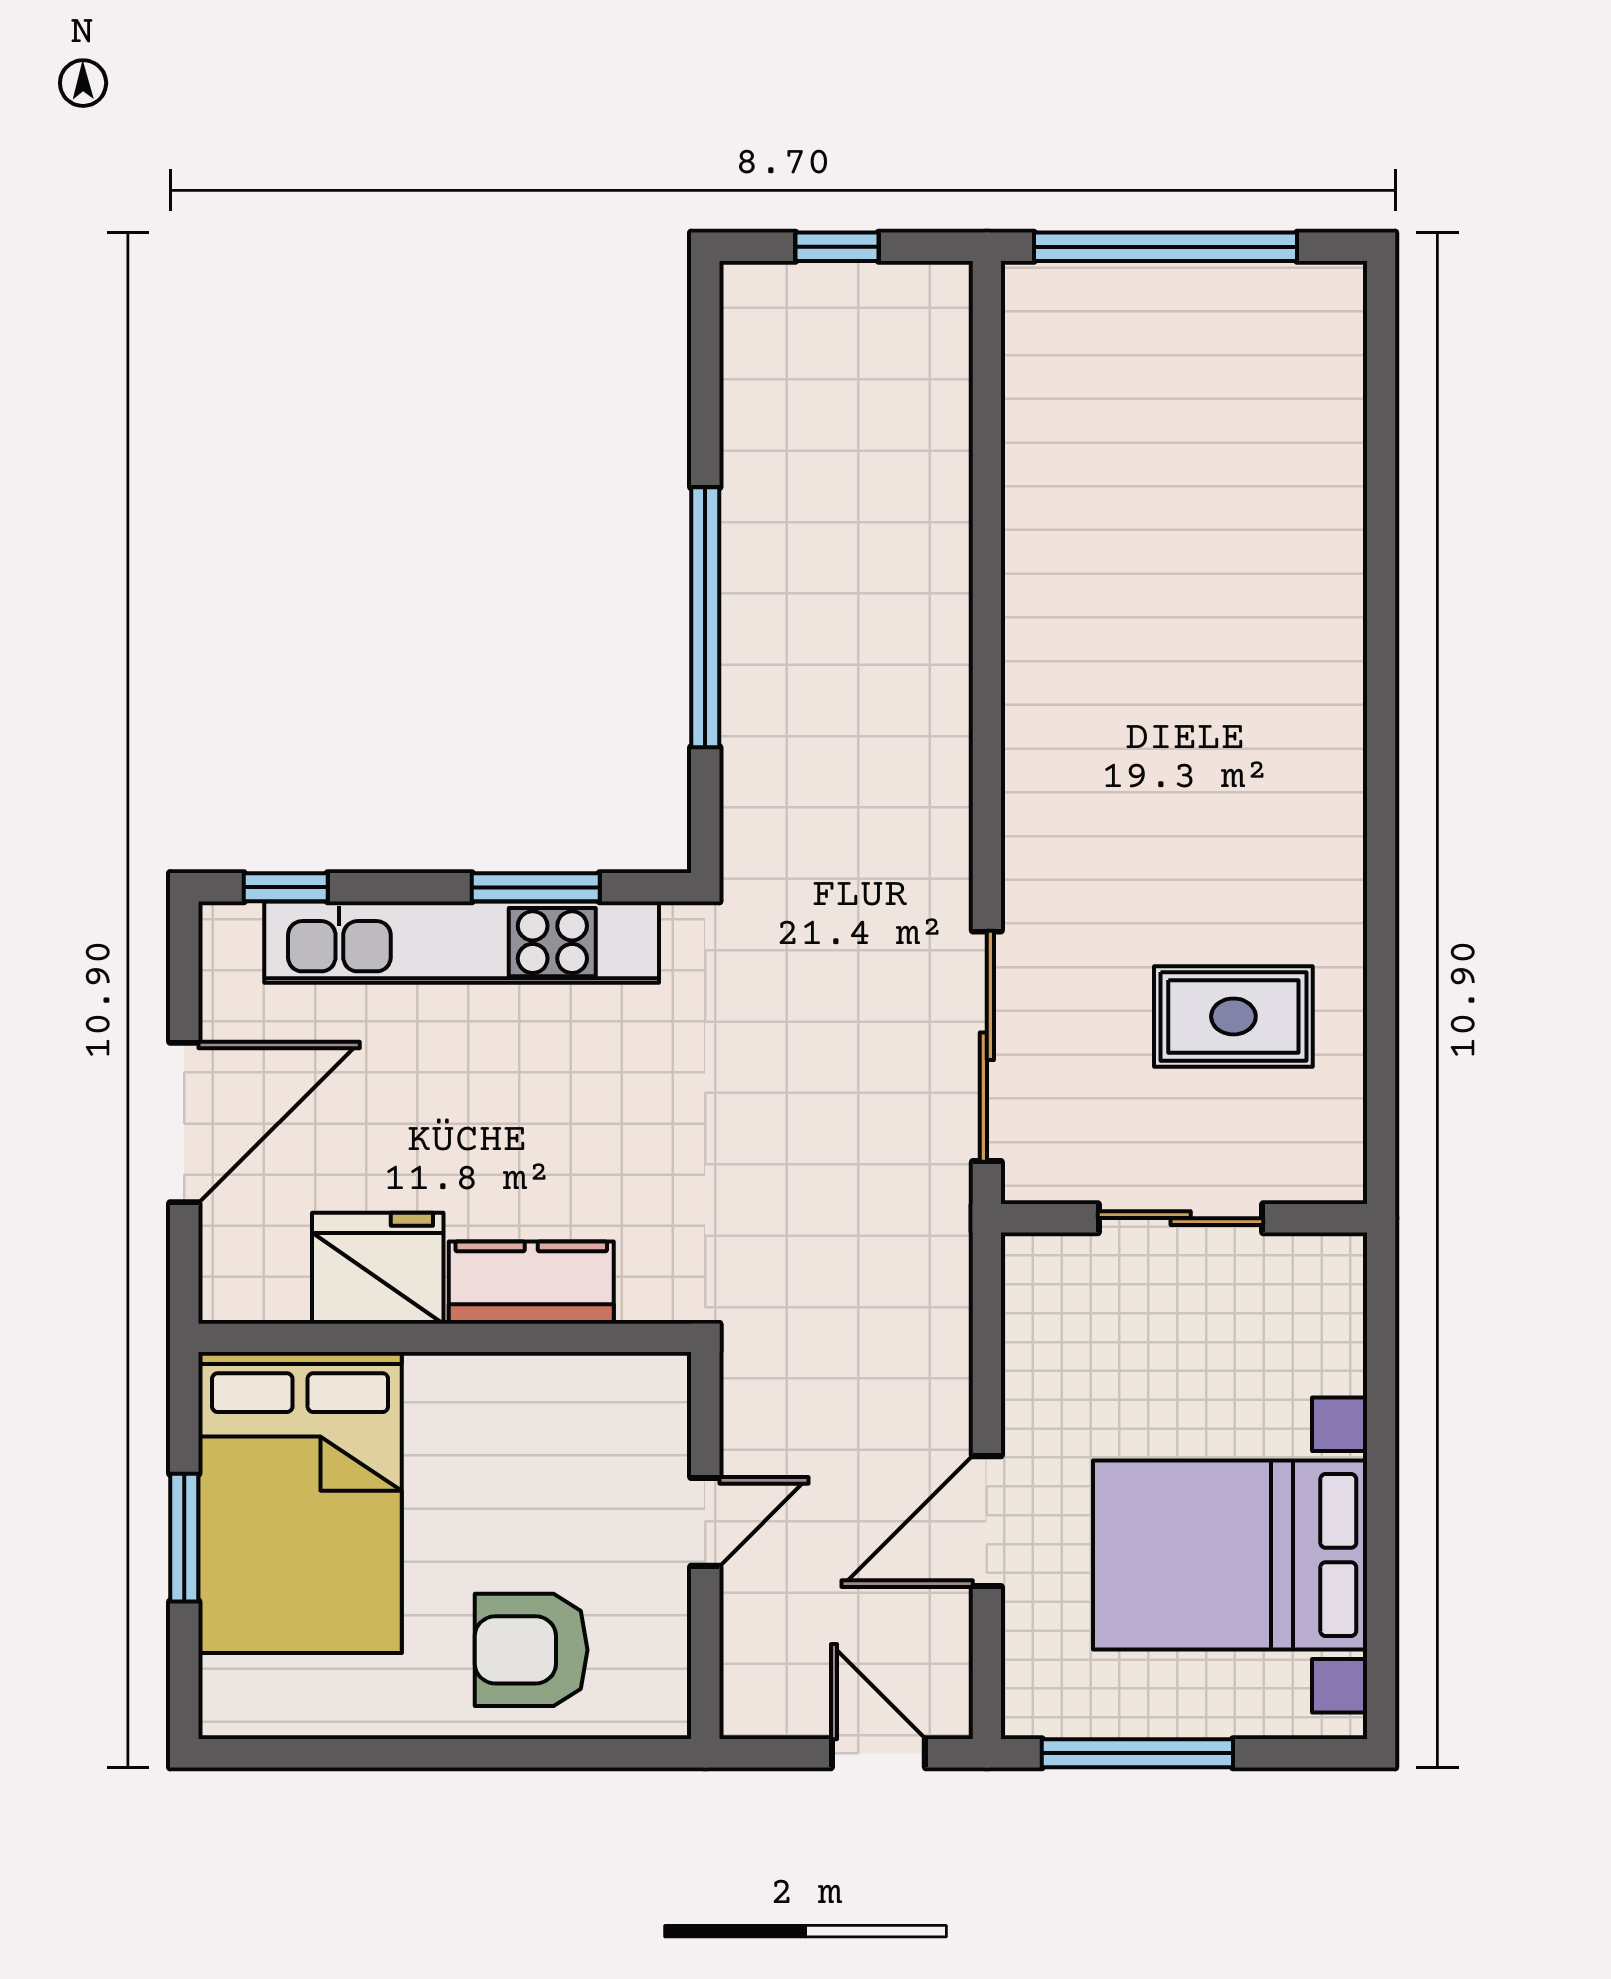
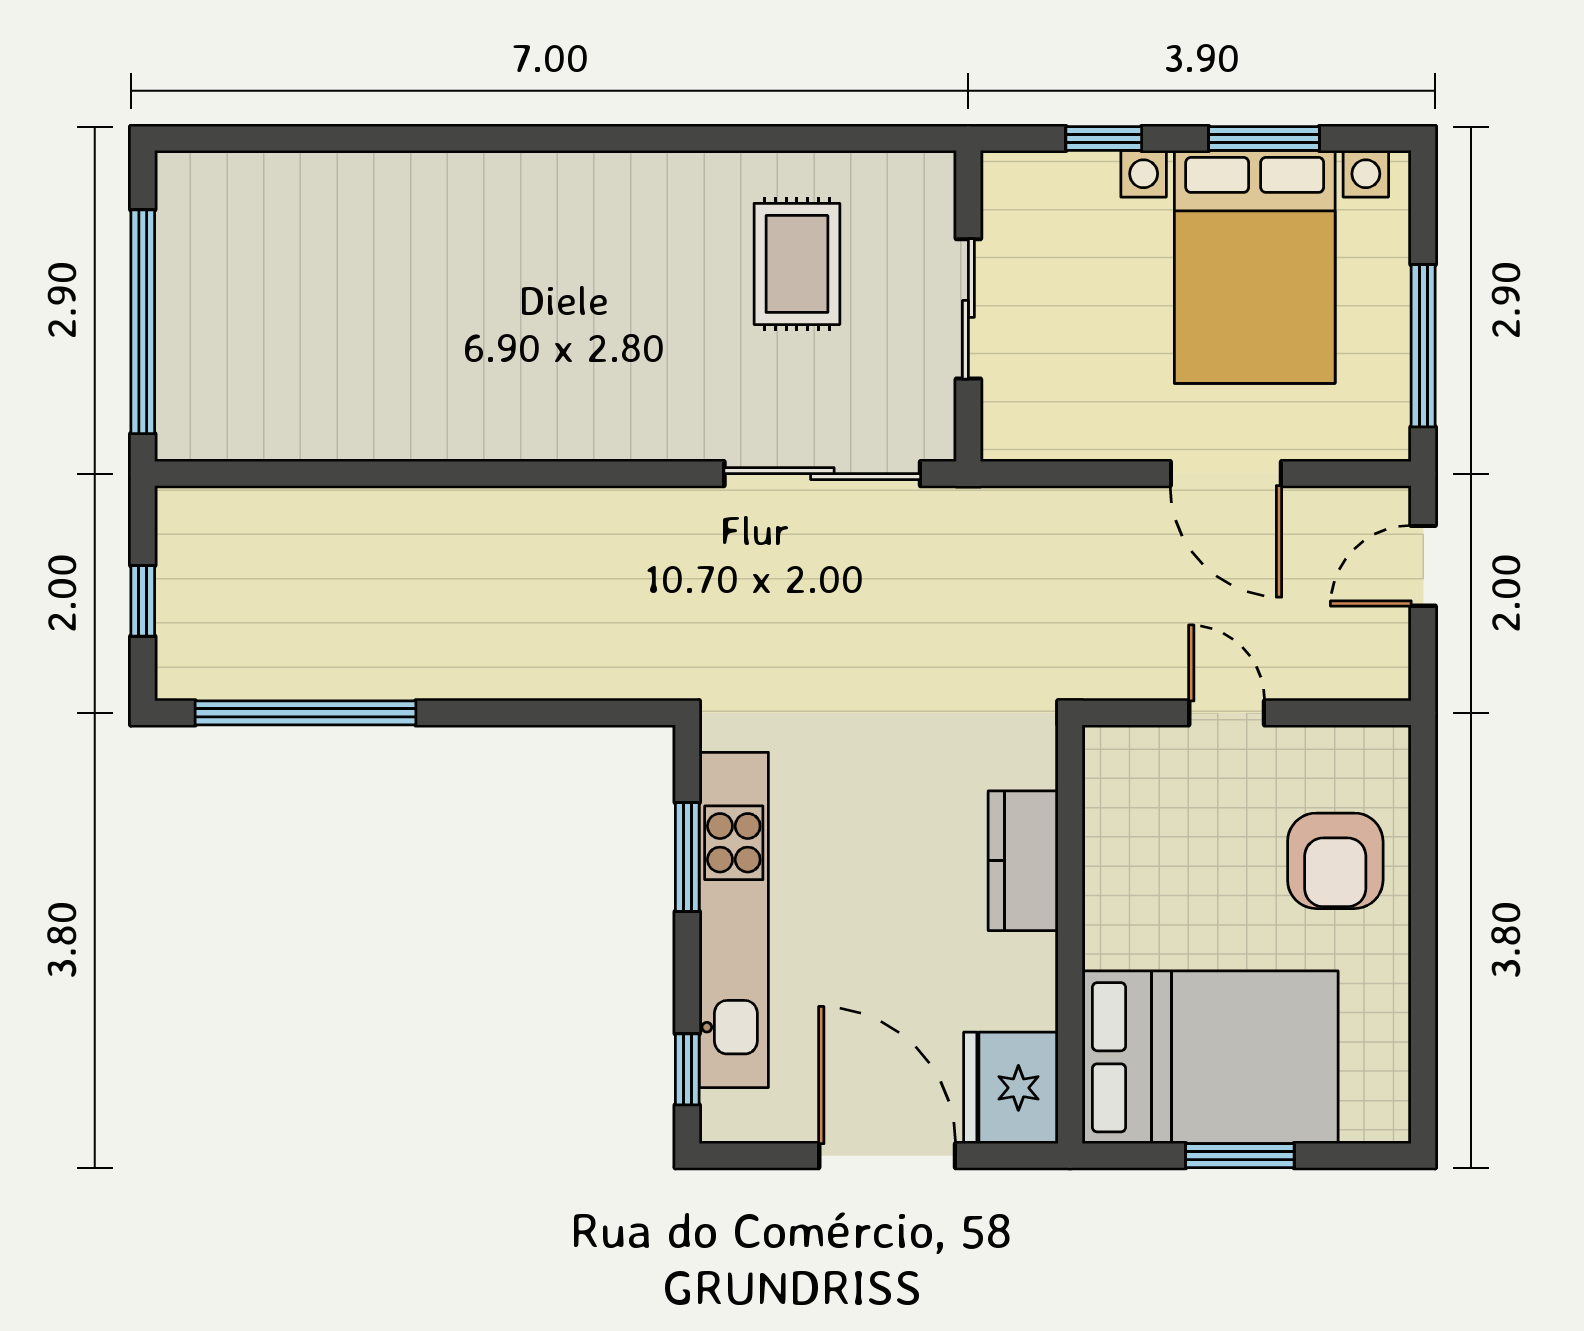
window: (705, 617) -> (306, 713), moved
fridge: (378, 1268) -> (1011, 1088), moved
window: (1381, 1377) -> (1104, 138), added
window: (1381, 1566) -> (1264, 138), added

